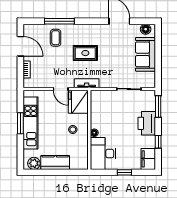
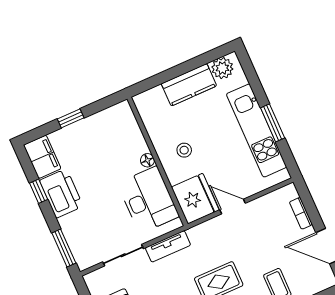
tv unit: (87, 83) -> (168, 246), moved
printer: (147, 123) -> (61, 193), moved
desk: (103, 154) -> (148, 200), moved

